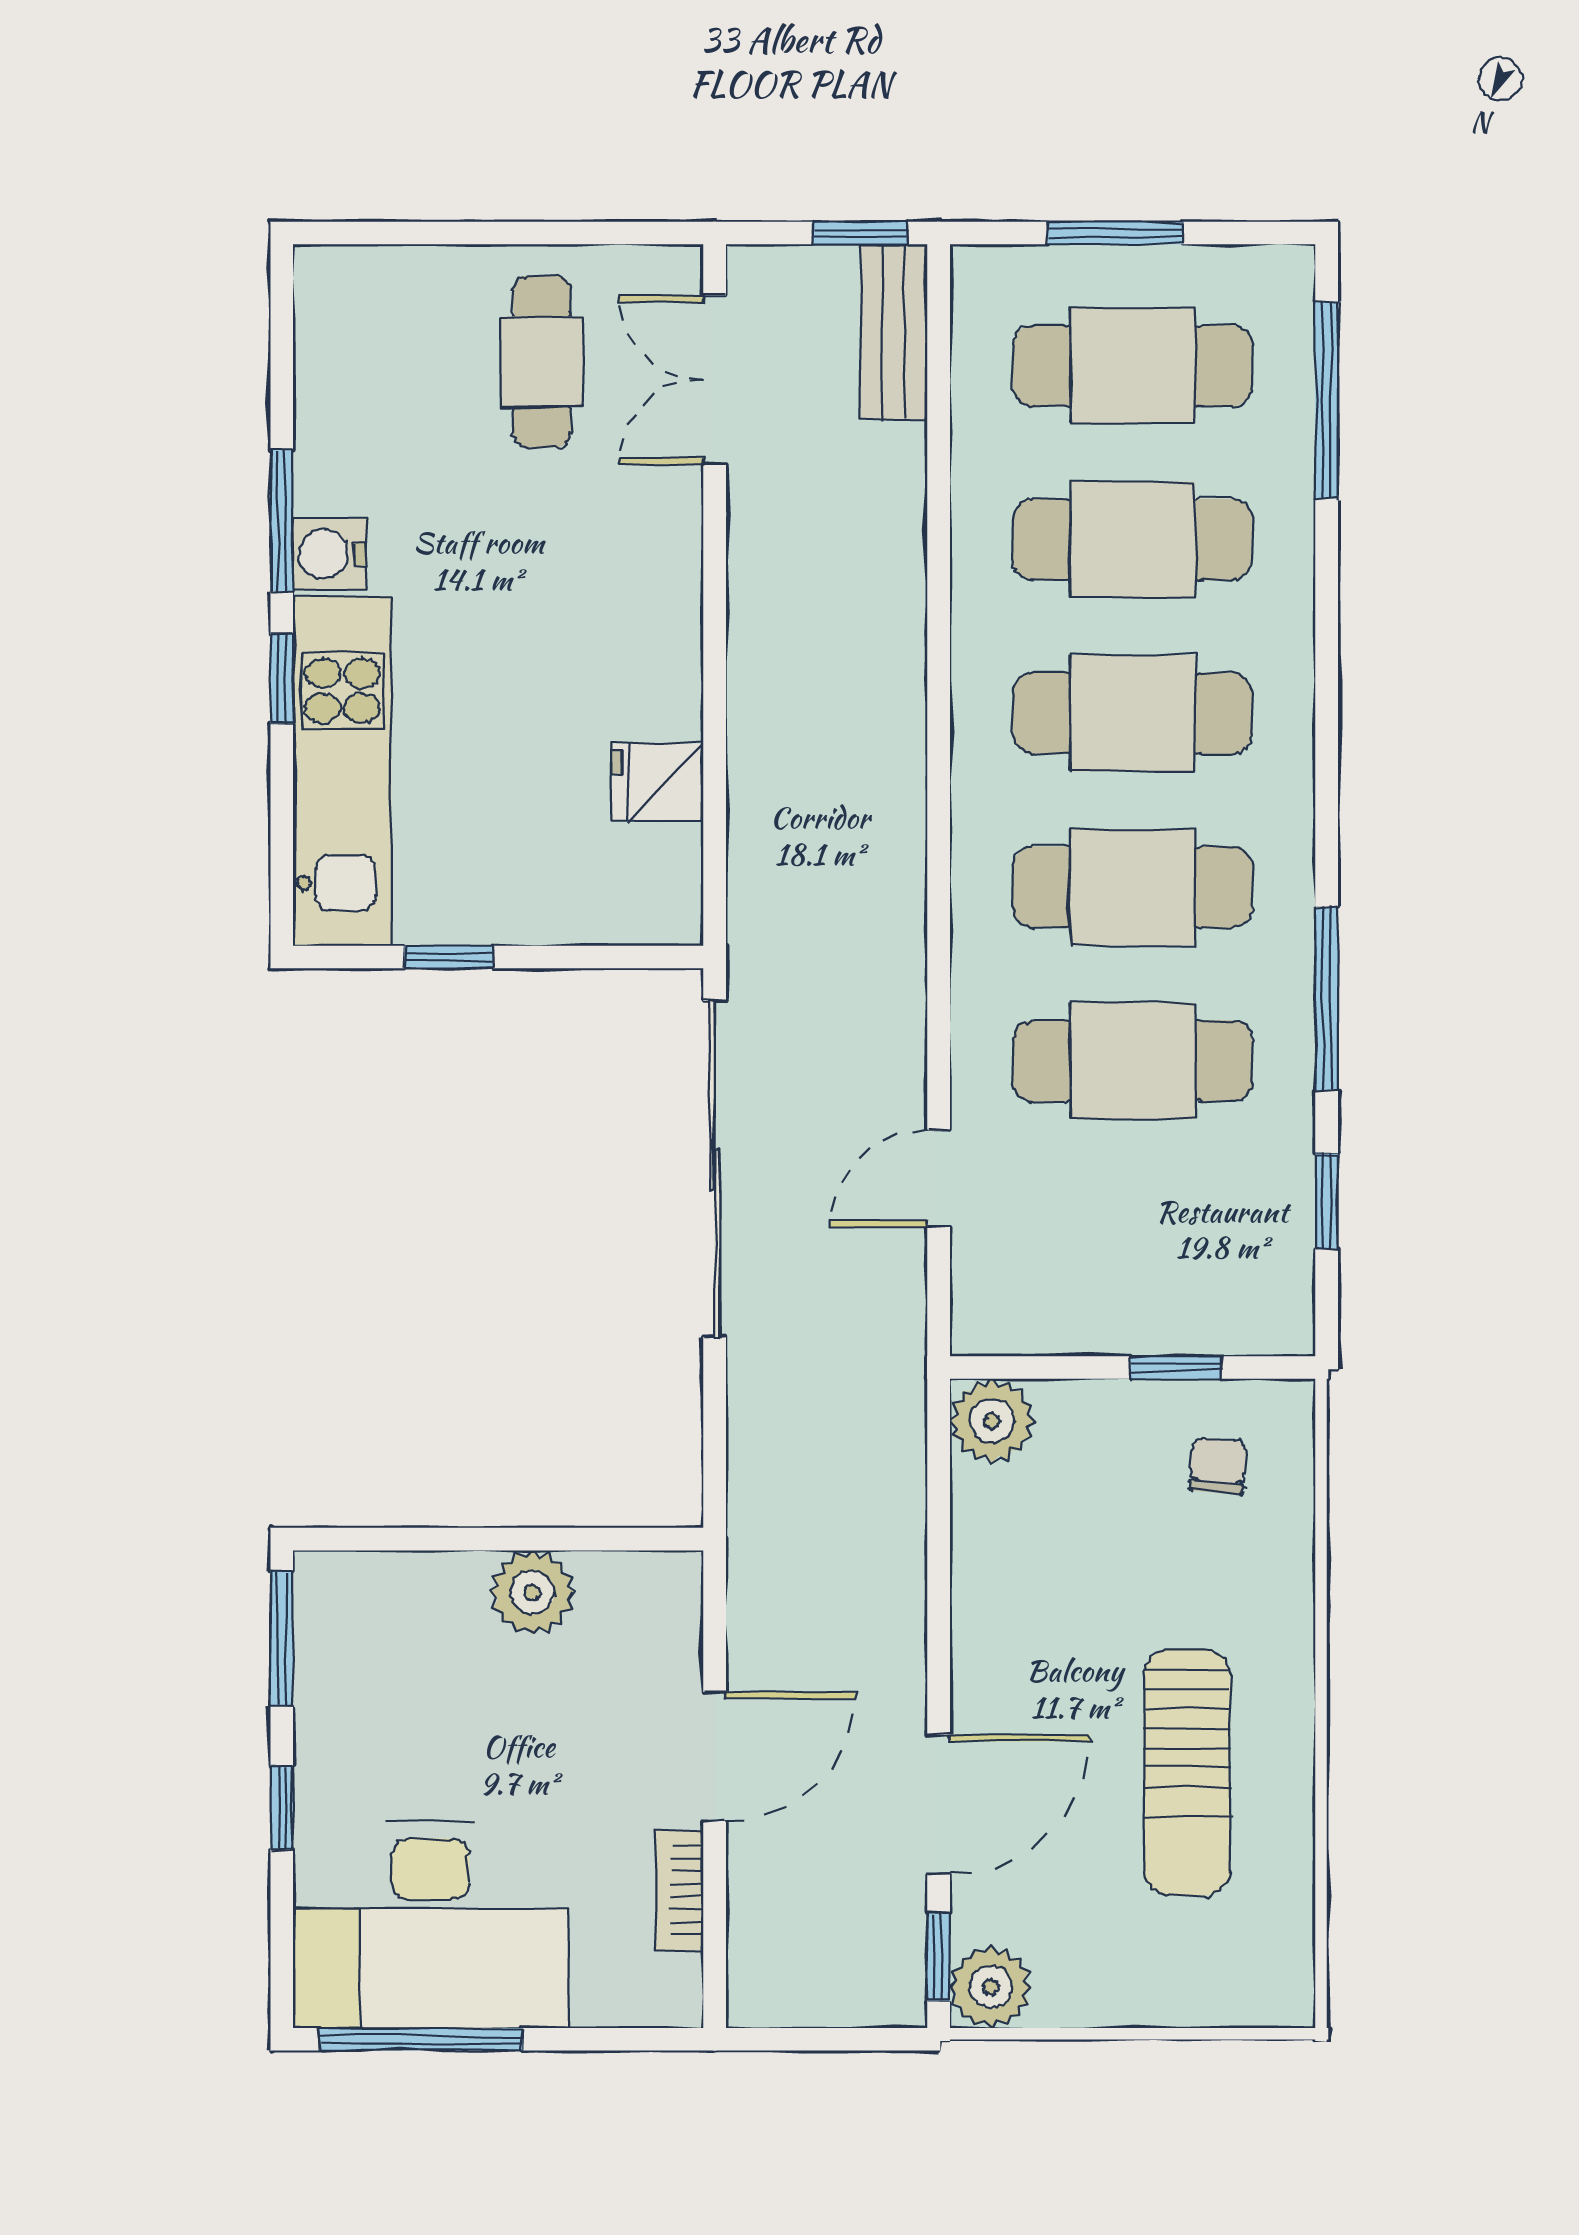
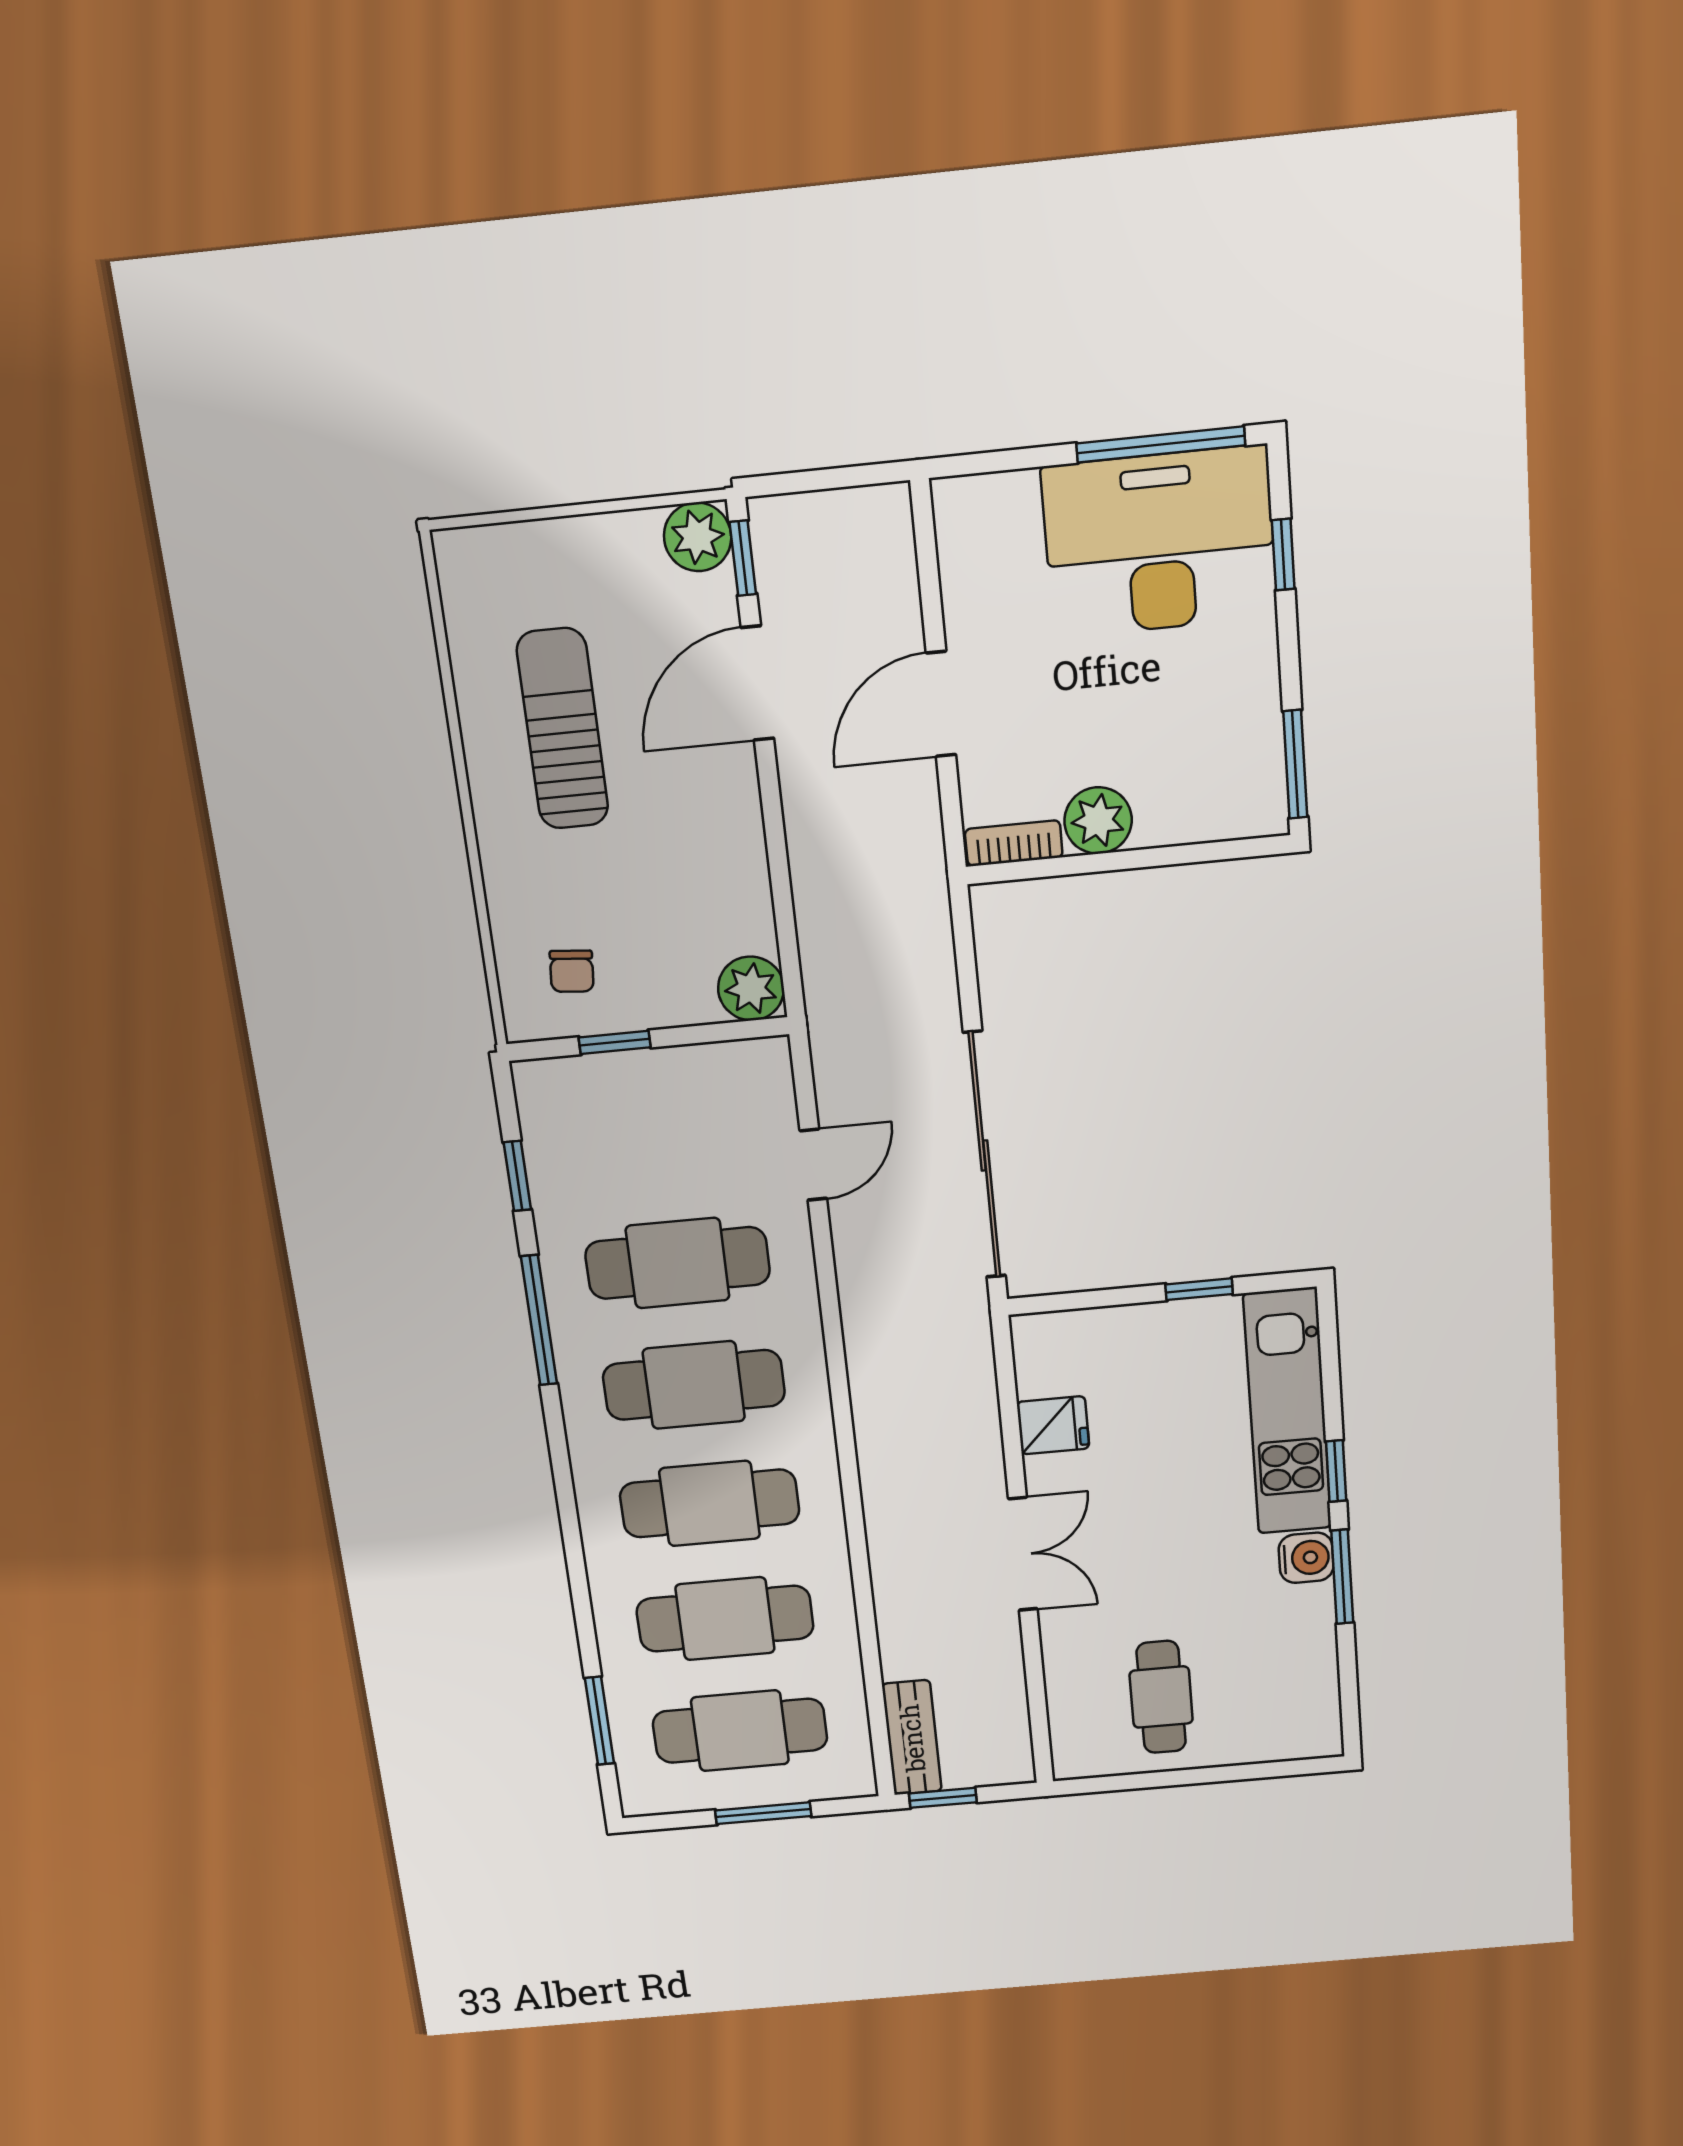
double door: (715, 380) -> (1023, 1554), moved
window: (1327, 400) -> (599, 1721), width x0.69
window: (282, 1808) -> (1283, 554), moved
bookcase: (679, 1890) -> (1014, 843), moved, turned -90

